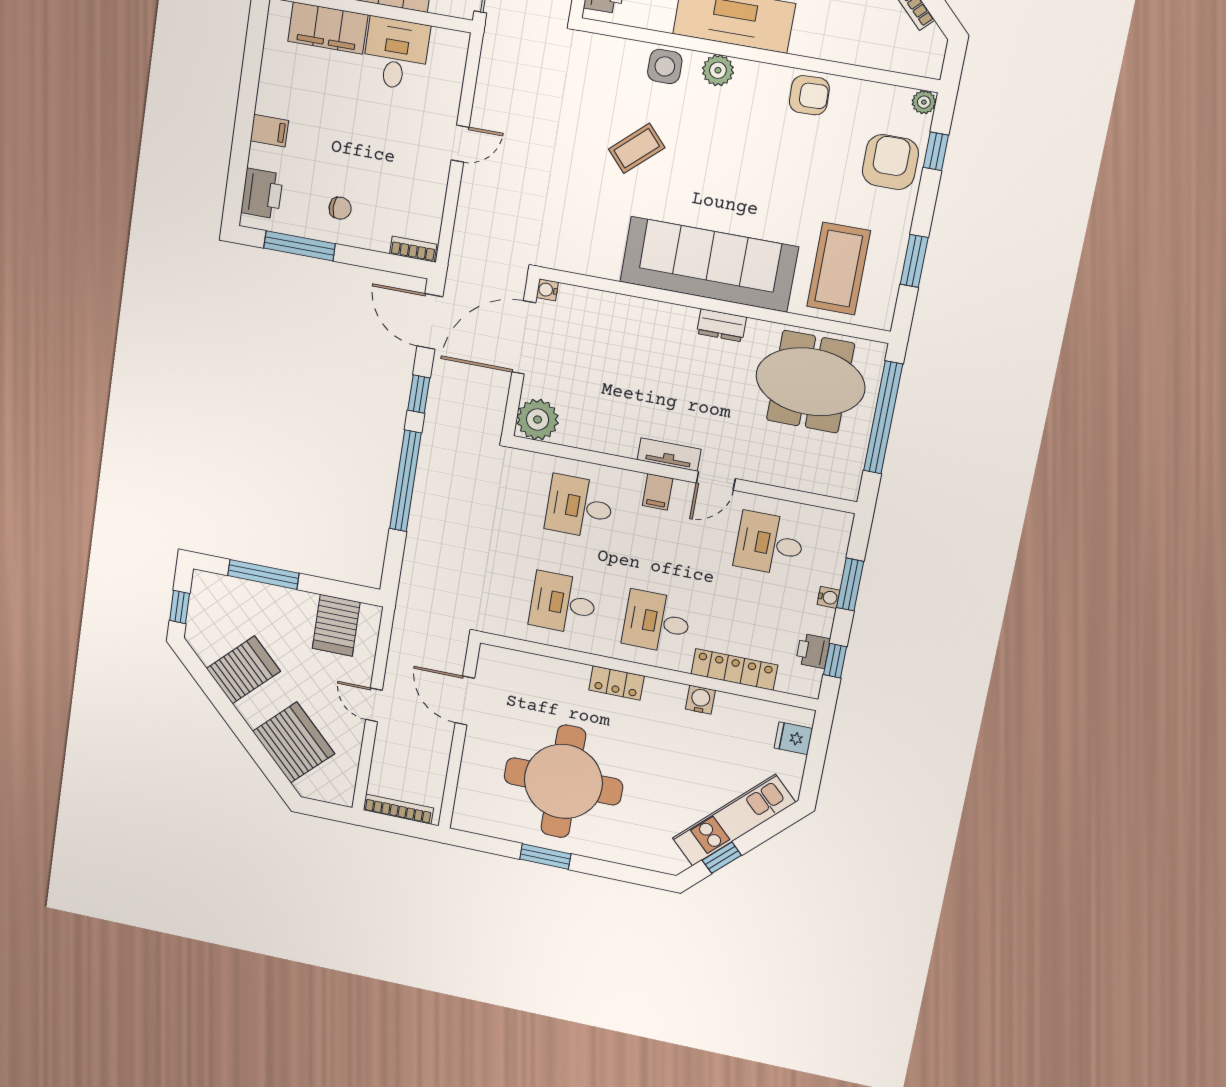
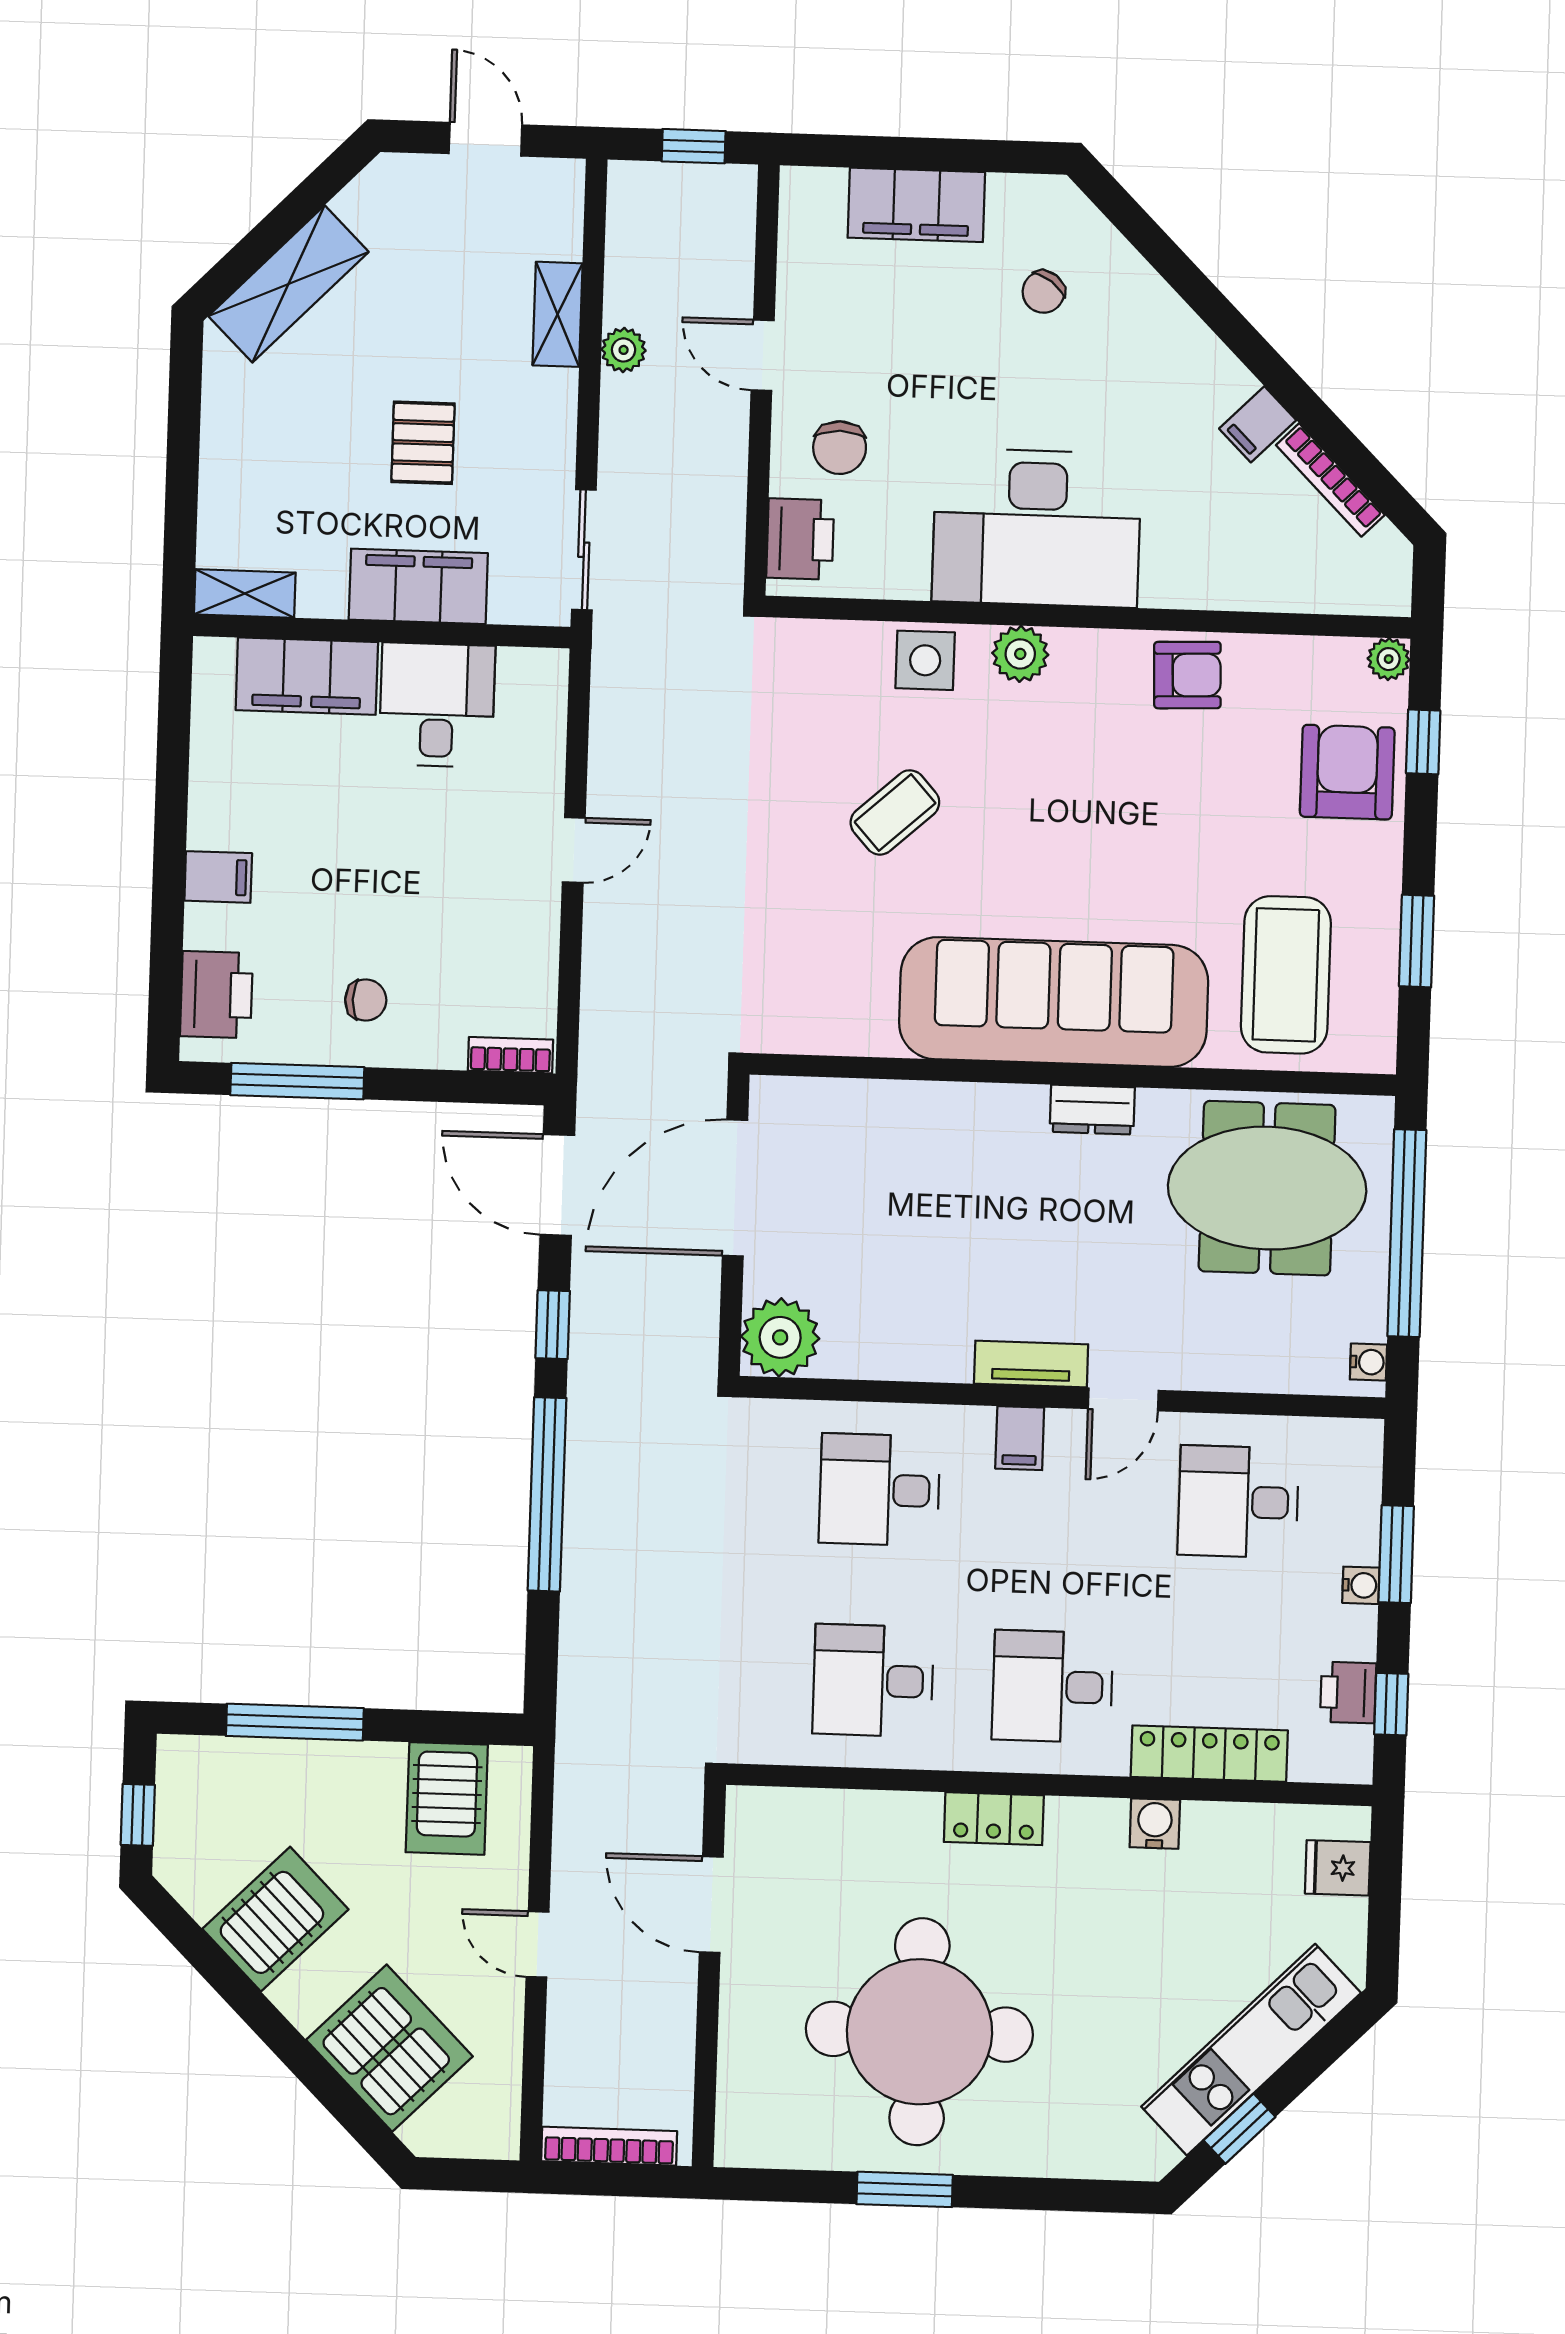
water cooler: (547, 290) -> (1368, 1362), moved, turned 180

